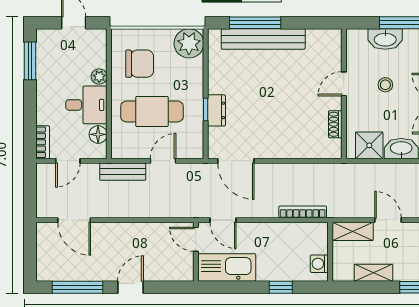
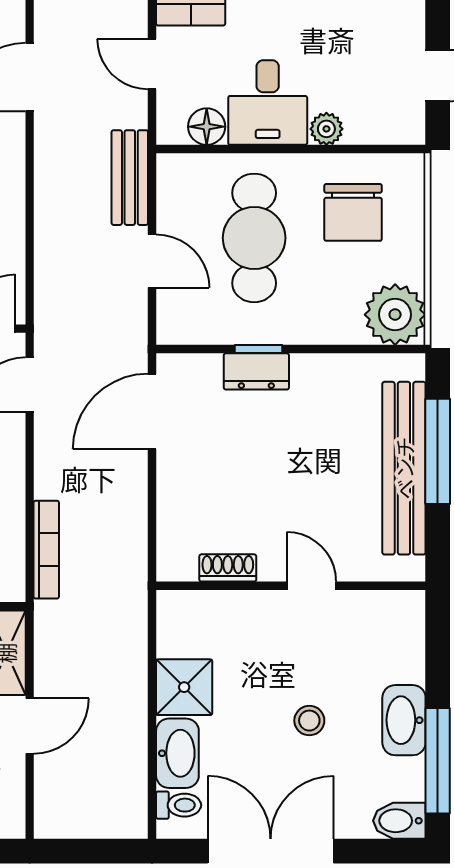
door: (344, 84) -> (311, 586), moved
wall: (344, 94) -> (291, 586), moved
shoe rack: (335, 124) -> (228, 568), moved

